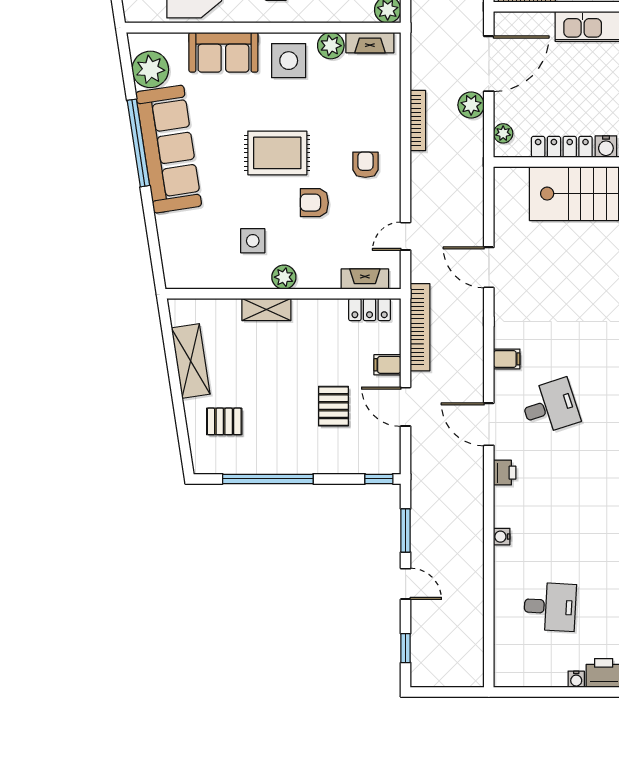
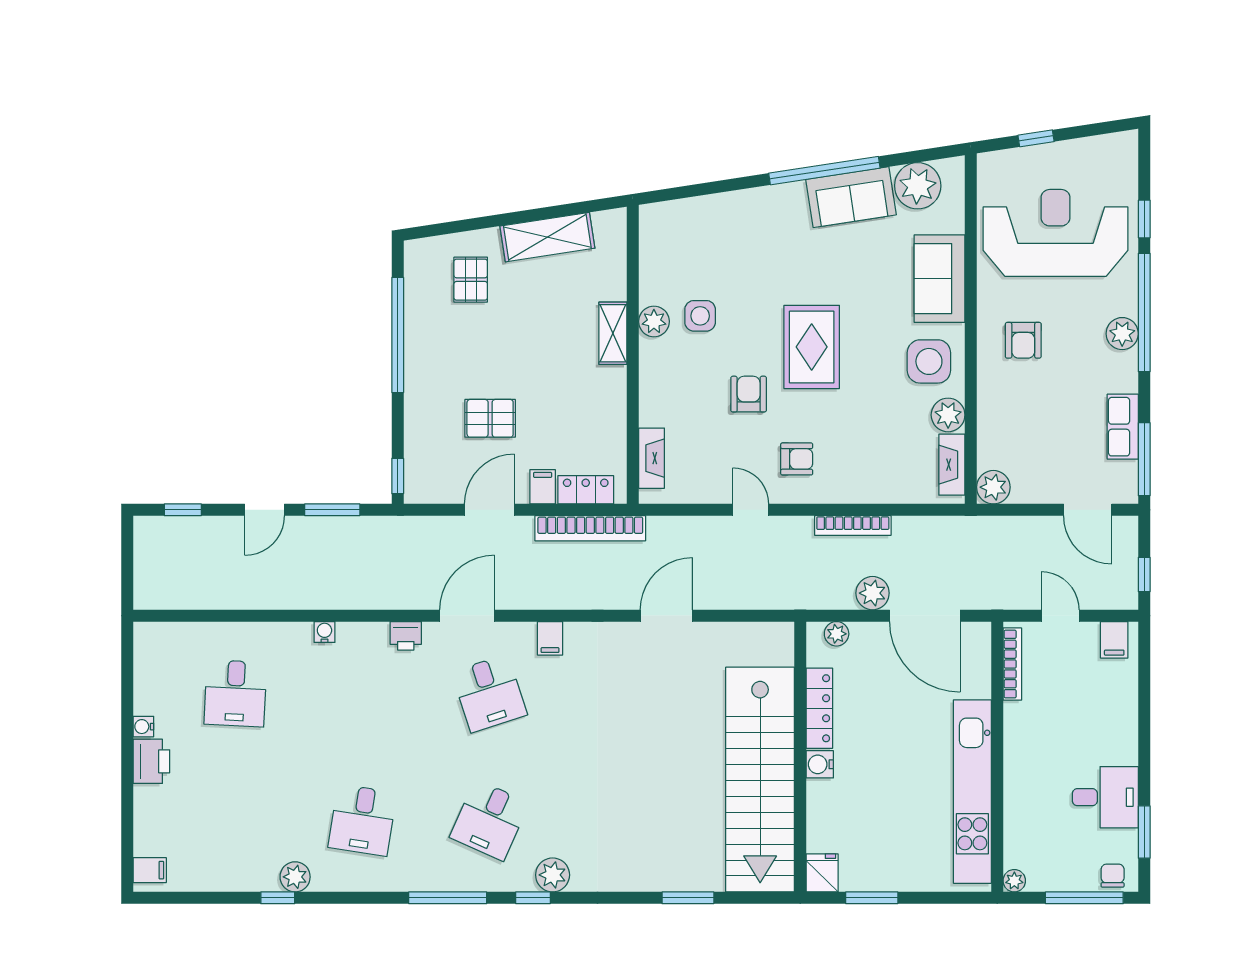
sofa: (169, 149) -> (851, 197), width x0.54, depth x0.79
door: (406, 236) -> (751, 510), moved
plant: (284, 277) -> (654, 321), moved
locker: (370, 310) -> (586, 490), moved, turned 90

